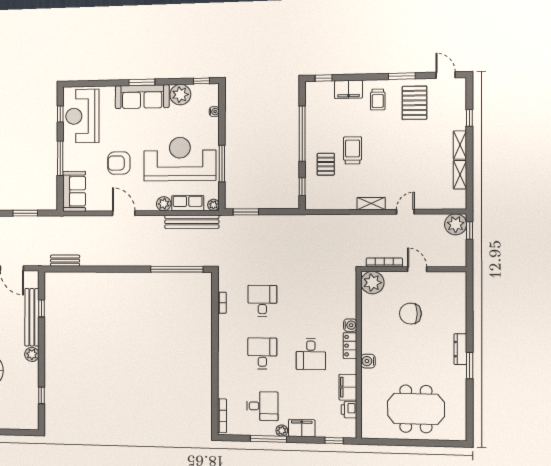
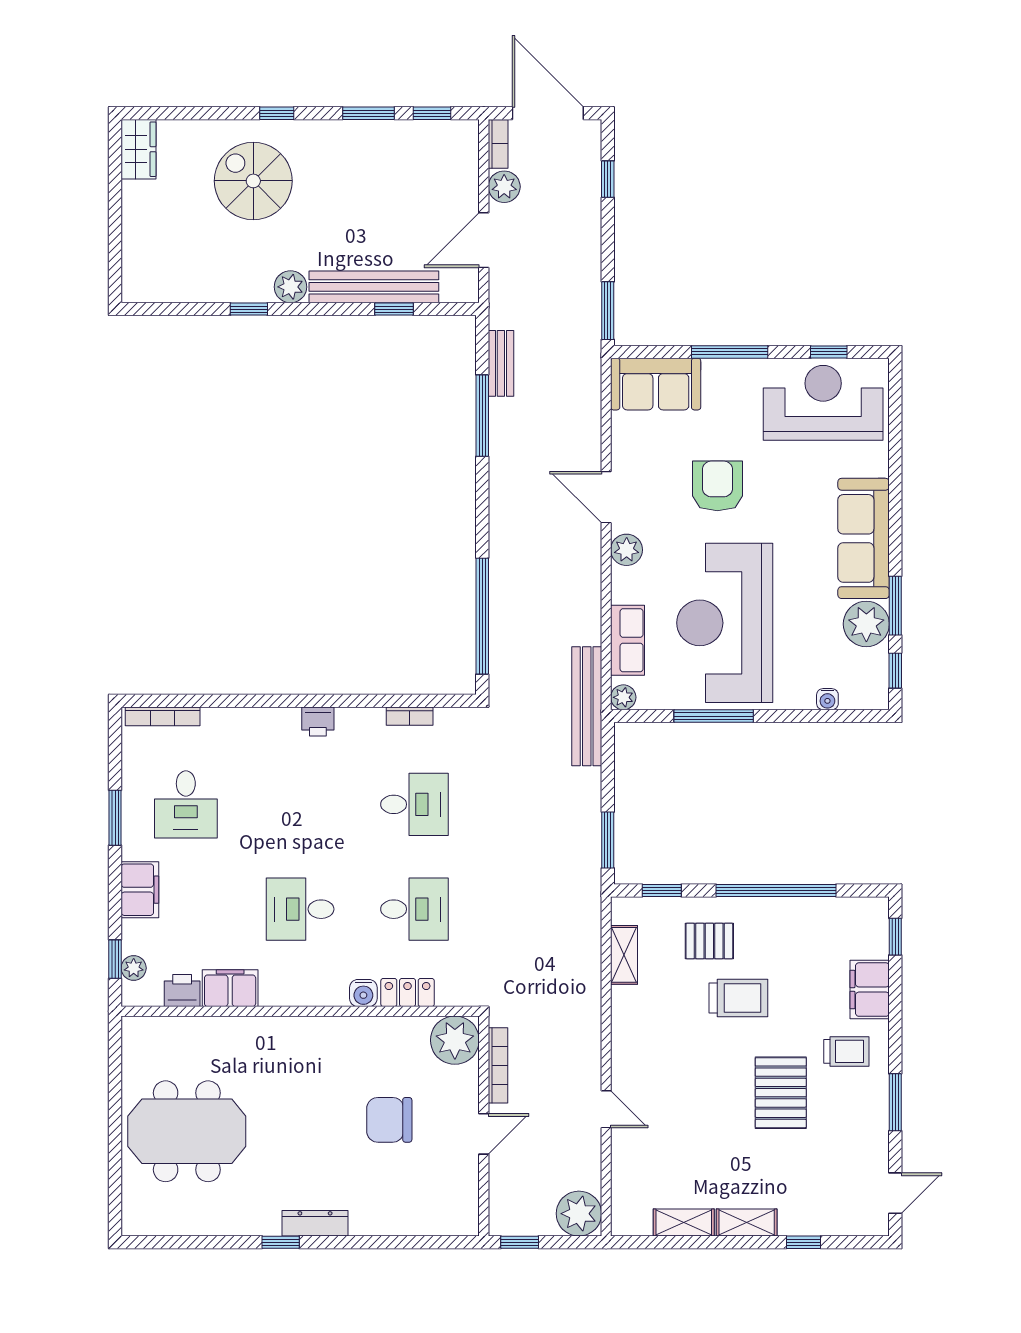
window: (142, 82) -> (895, 606), moved
trolley: (378, 100) -> (846, 1051), turned 180
pallet: (414, 103) -> (781, 1093), moved, turned 90
reception desk: (180, 159) -> (725, 623), turned 180
plant: (164, 204) -> (627, 550), moved
shelving: (371, 204) -> (624, 955), moved
window: (246, 212) -> (608, 840), moved
window: (25, 213) -> (608, 311), moved
door: (124, 213) -> (606, 497), swing flipped
bench: (192, 222) -> (587, 706), moved
window: (470, 231) -> (520, 1242), moved
window: (88, 269) -> (482, 416), added
chair: (410, 314) -> (389, 1120), turned -90
printer: (224, 345) -> (318, 721), added
locker: (350, 346) -> (408, 993), moved
desk: (262, 353) -> (414, 909), moved
water cooler: (368, 361) -> (287, 1031), removed
window: (470, 366) -> (281, 1242), width x0.67
window: (41, 395) -> (249, 309), moved
meeting table: (416, 409) -> (187, 1131), turned 90
plant: (282, 431) -> (134, 968), moved
window: (268, 439) -> (115, 818), width x0.69

